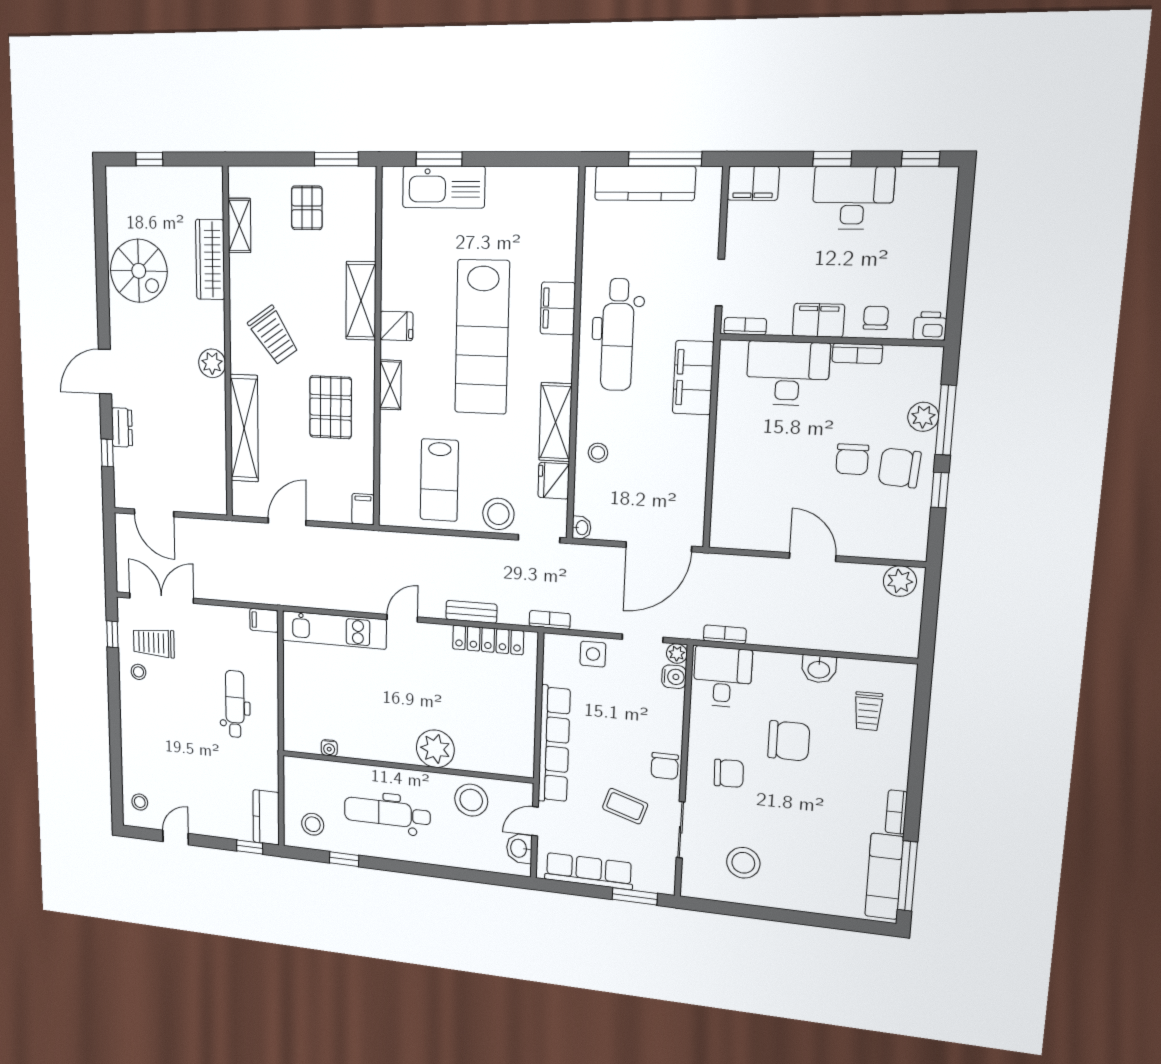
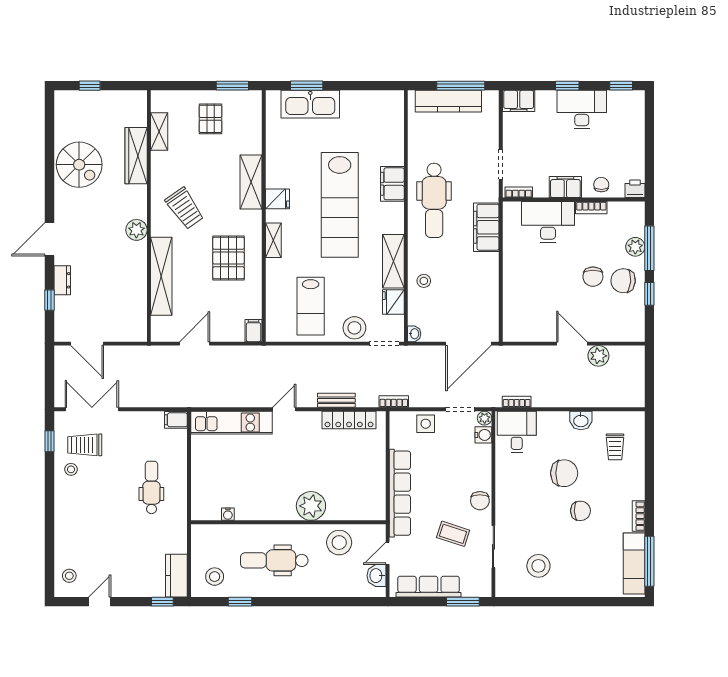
plant: (900, 581) -> (598, 356), moved
chair: (729, 773) -> (580, 511), moved

